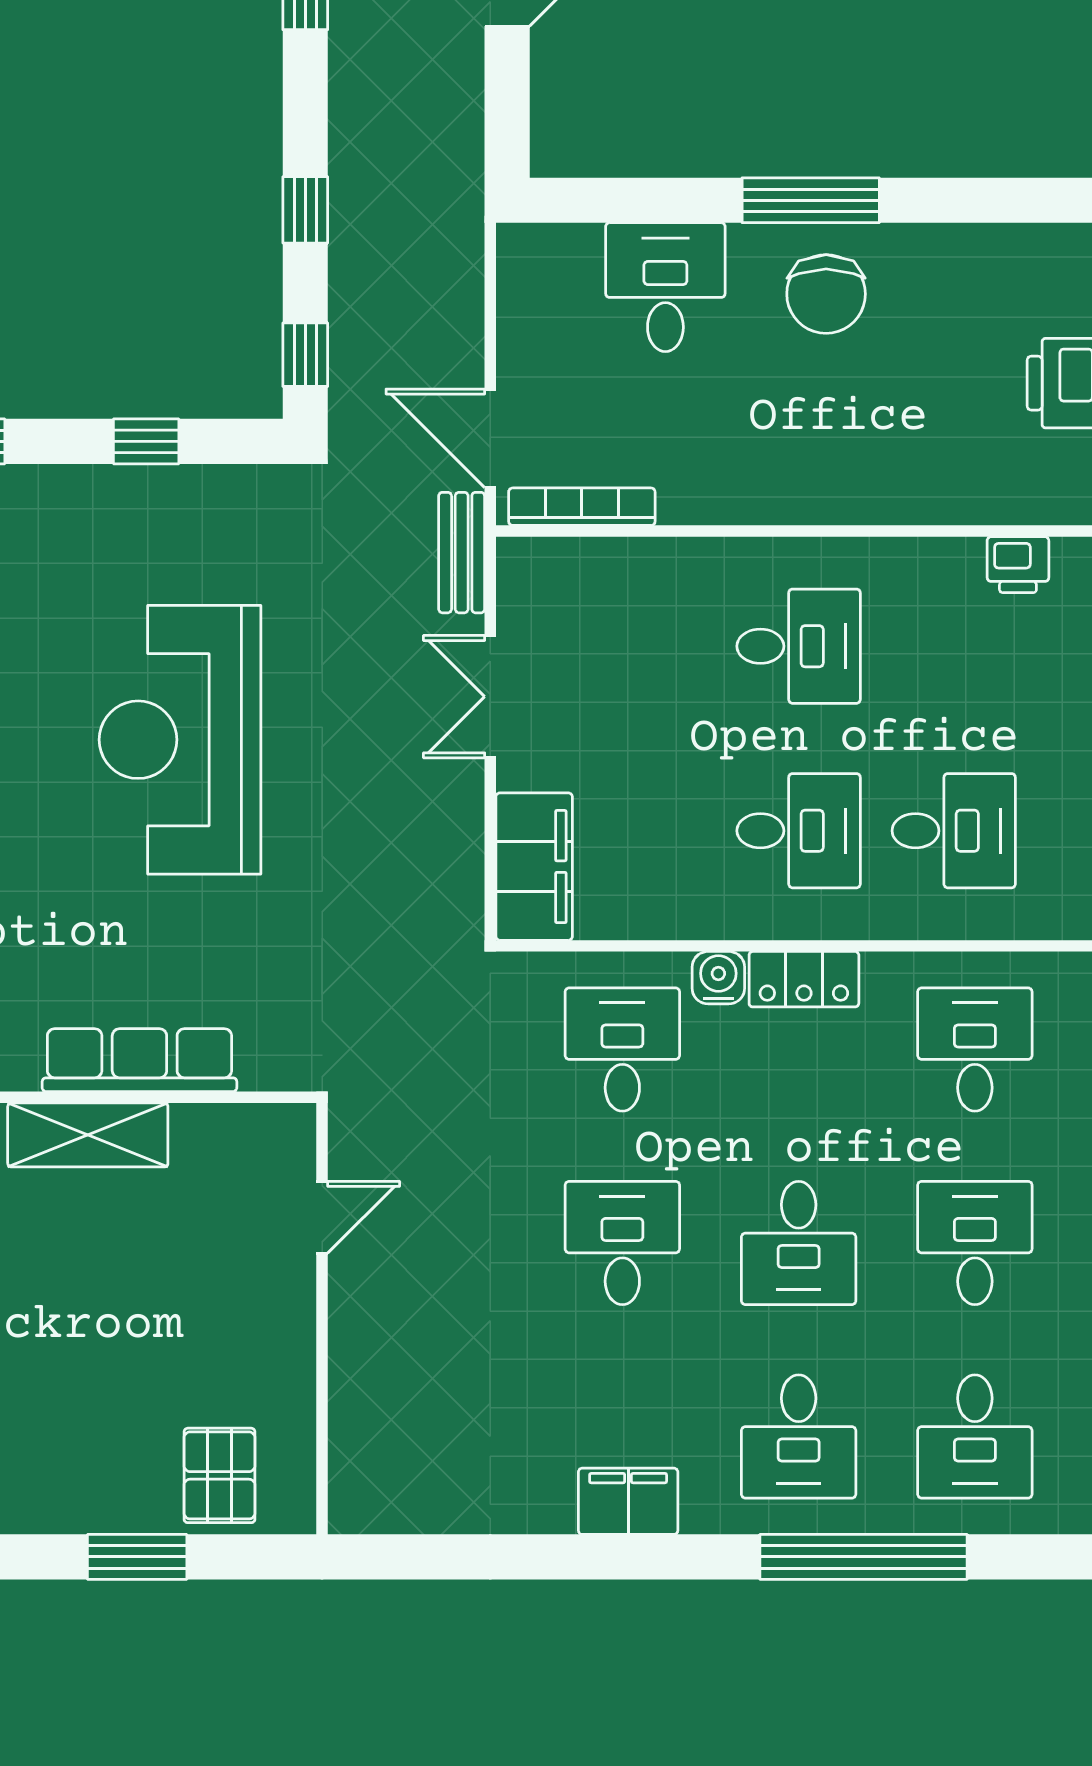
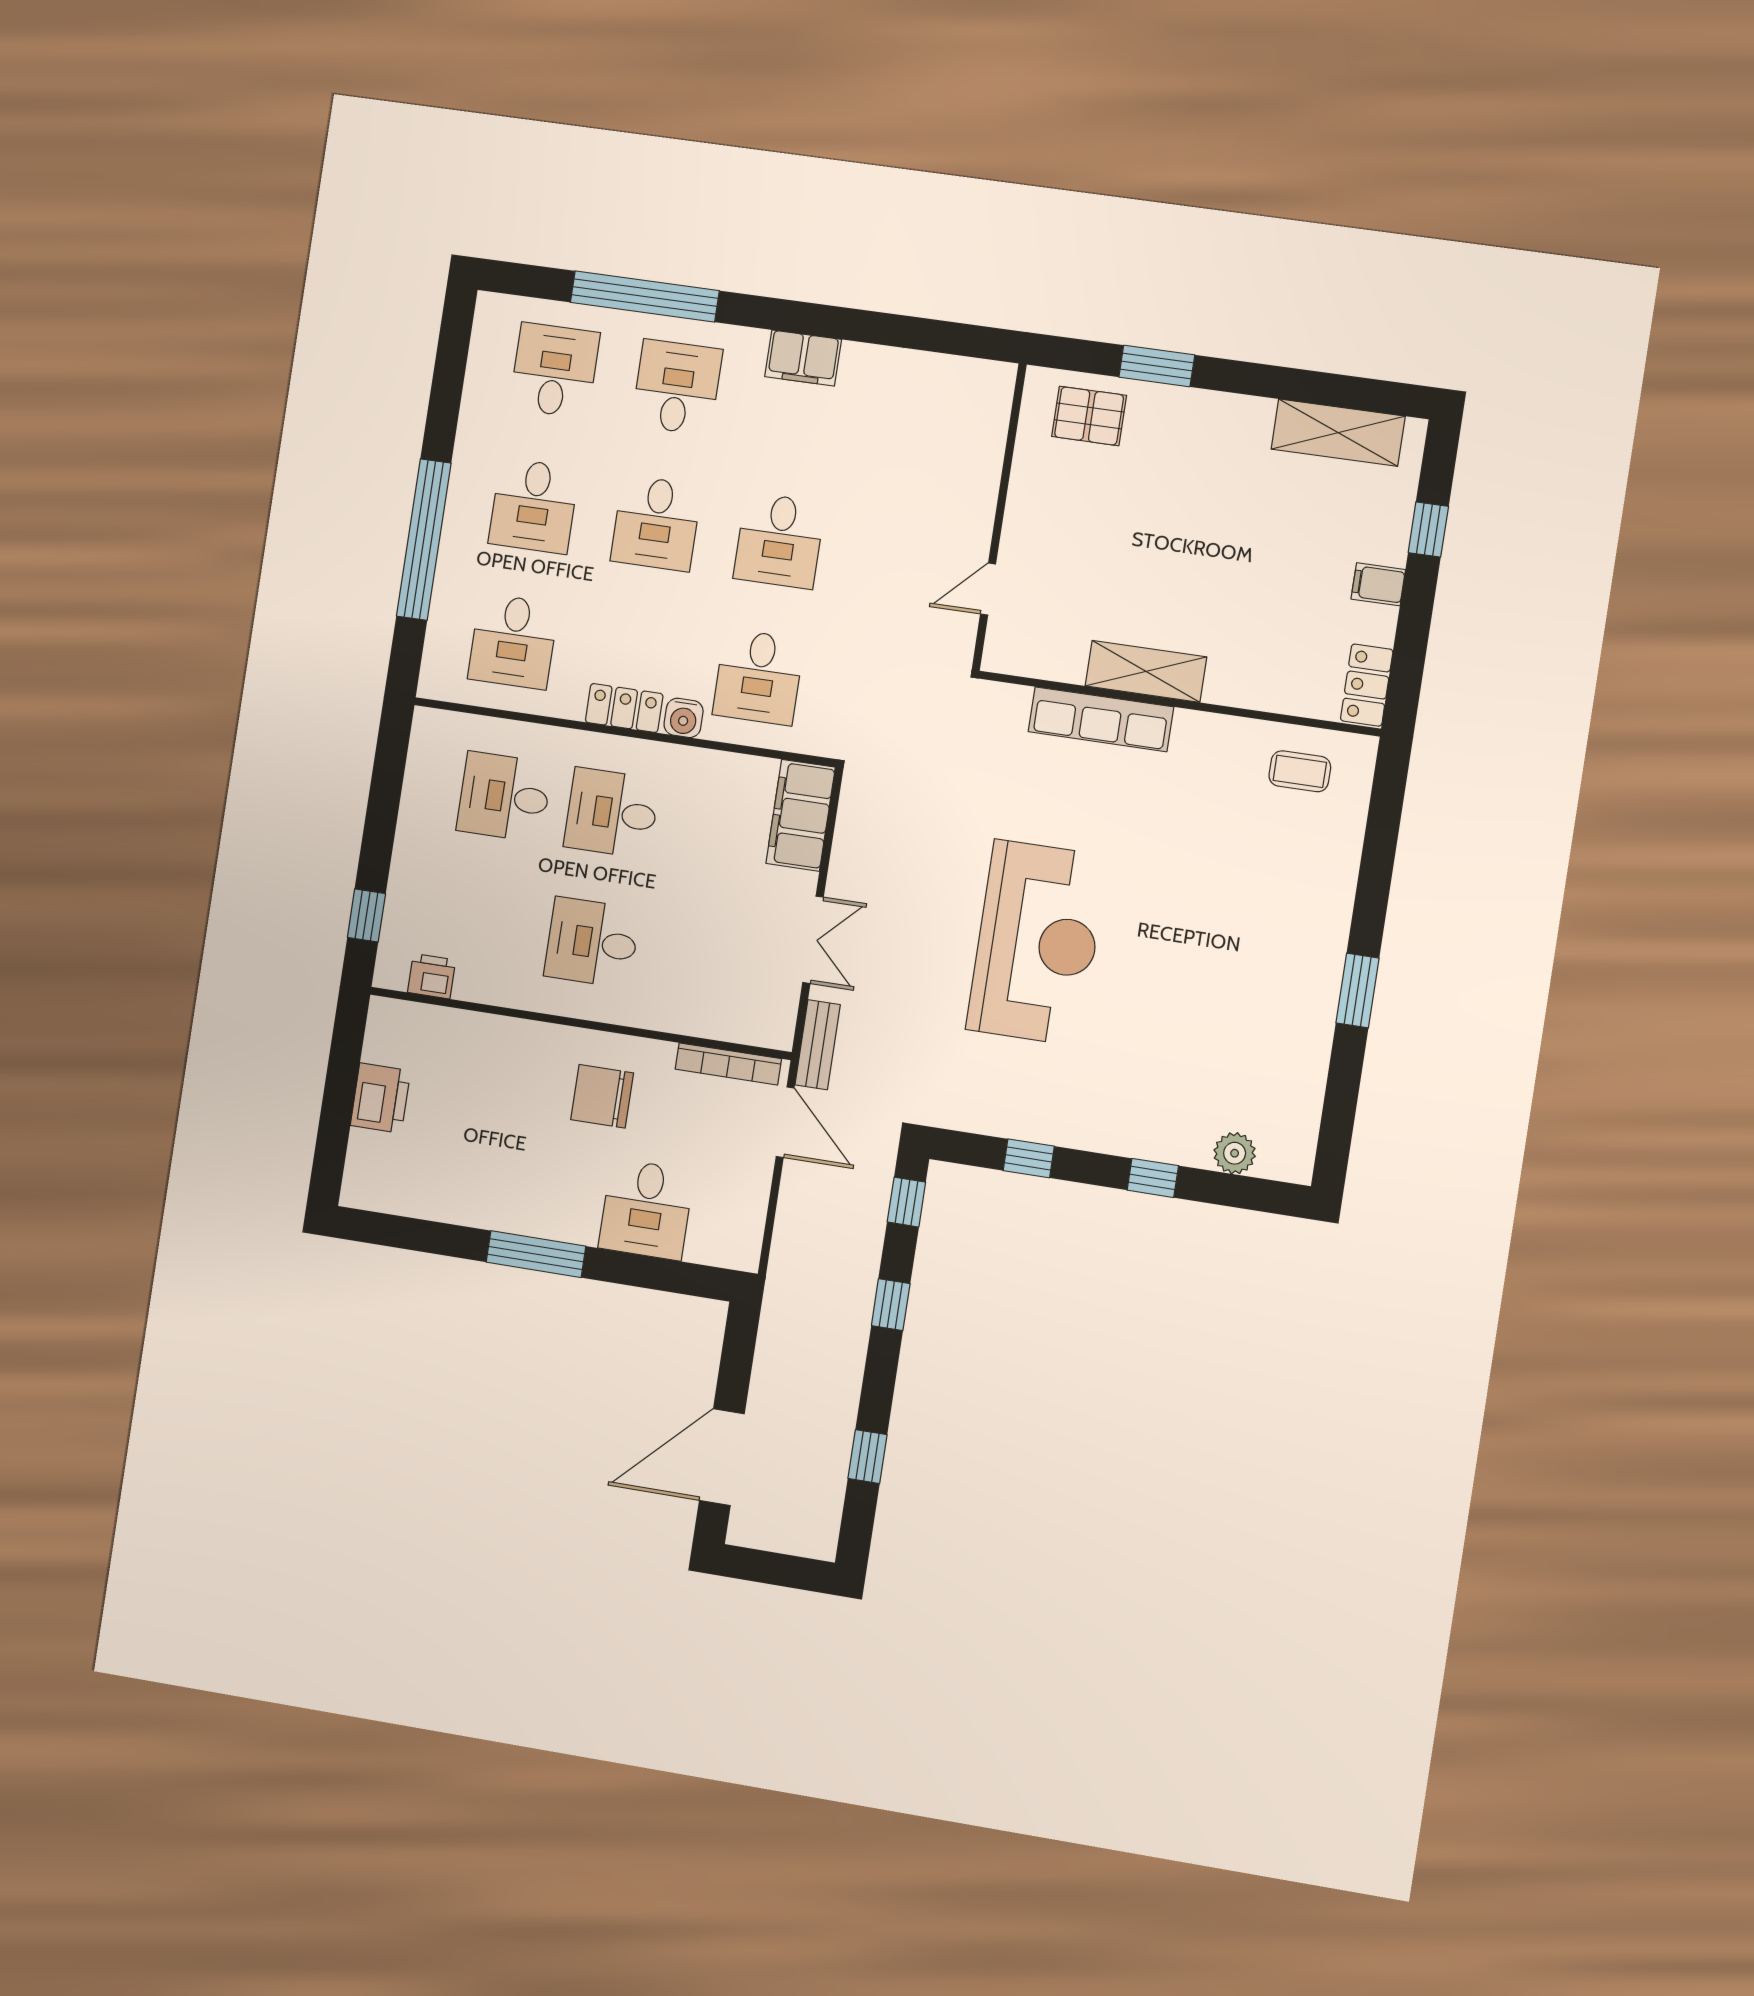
chair: (826, 294) -> (602, 1096), moved, turned -90
desk: (799, 1243) -> (656, 523), turned 180
pallet: (219, 1475) -> (1089, 416), turned 90

